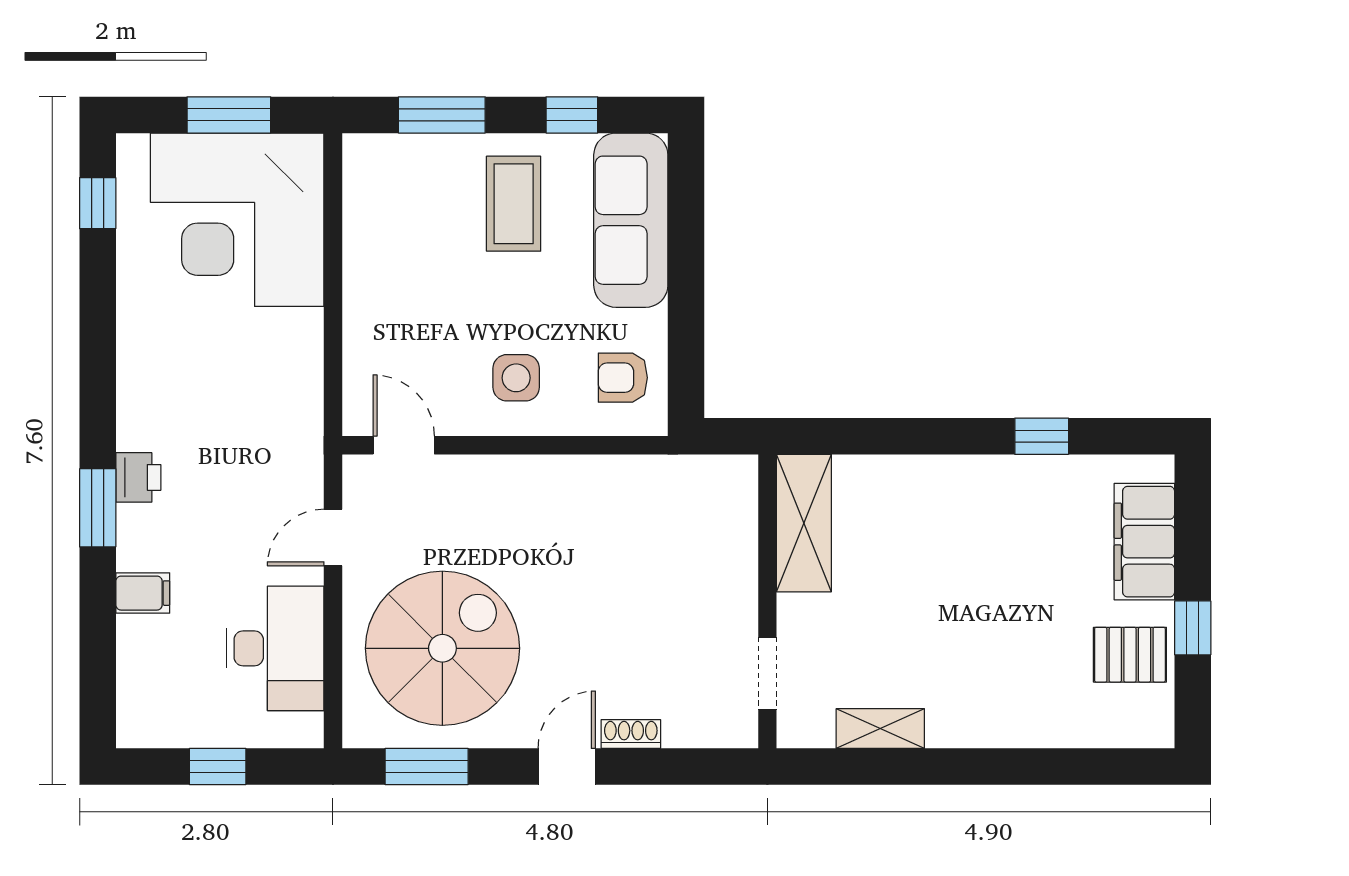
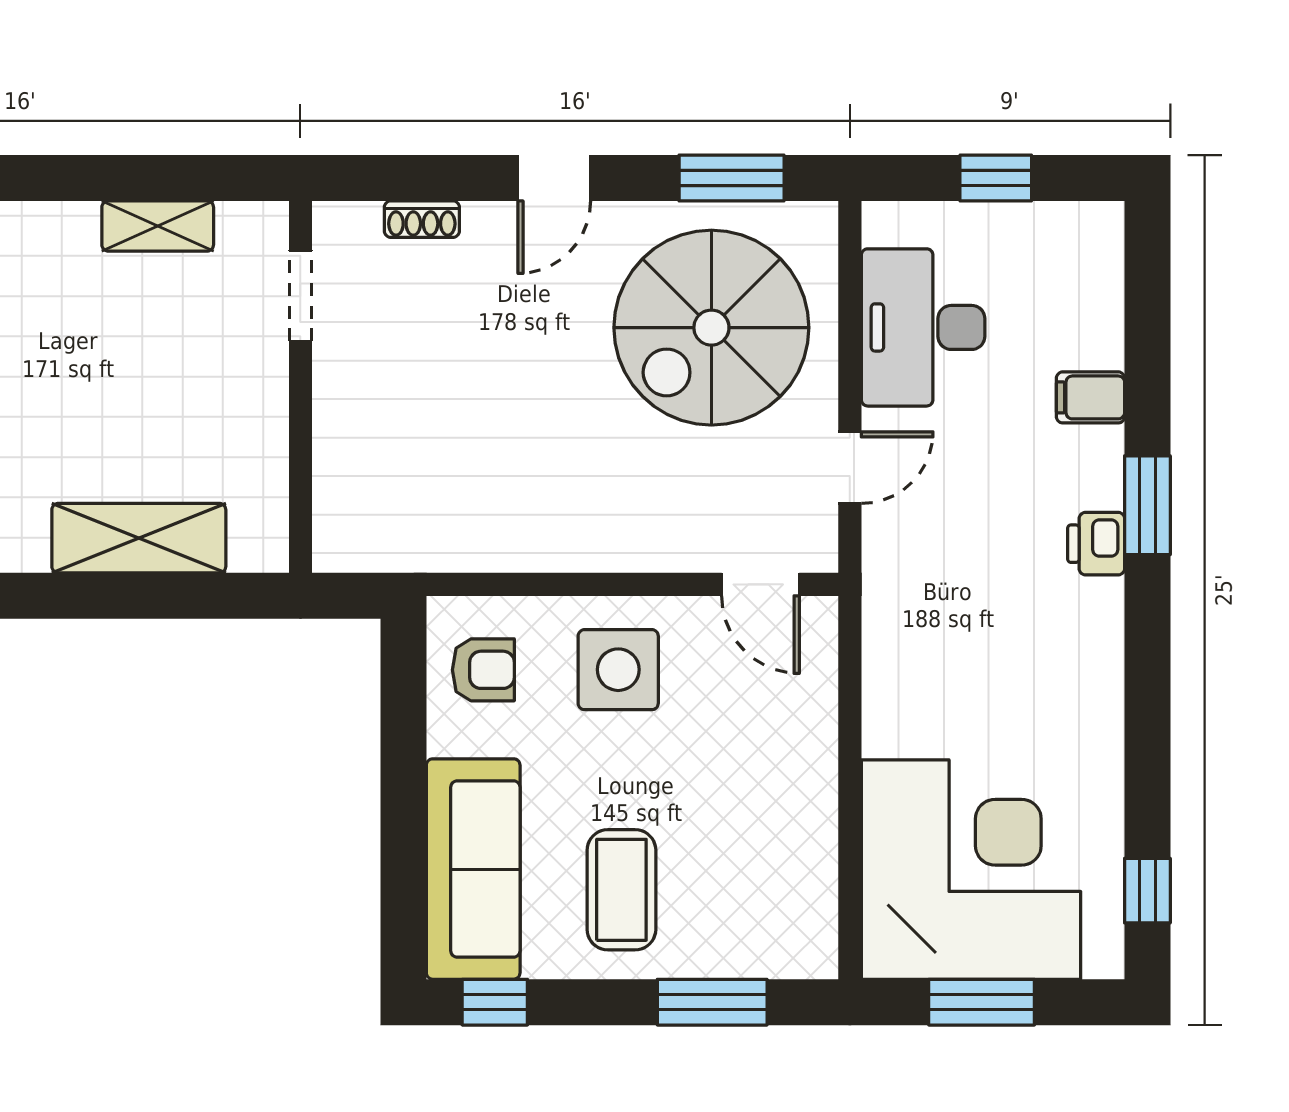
window: (572, 115) -> (495, 1002), moved
side table: (516, 378) -> (618, 670), width x1.37, depth x1.37
shelving: (804, 523) -> (139, 538), moved, turned 90
shoe rack: (631, 734) -> (422, 219), moved

